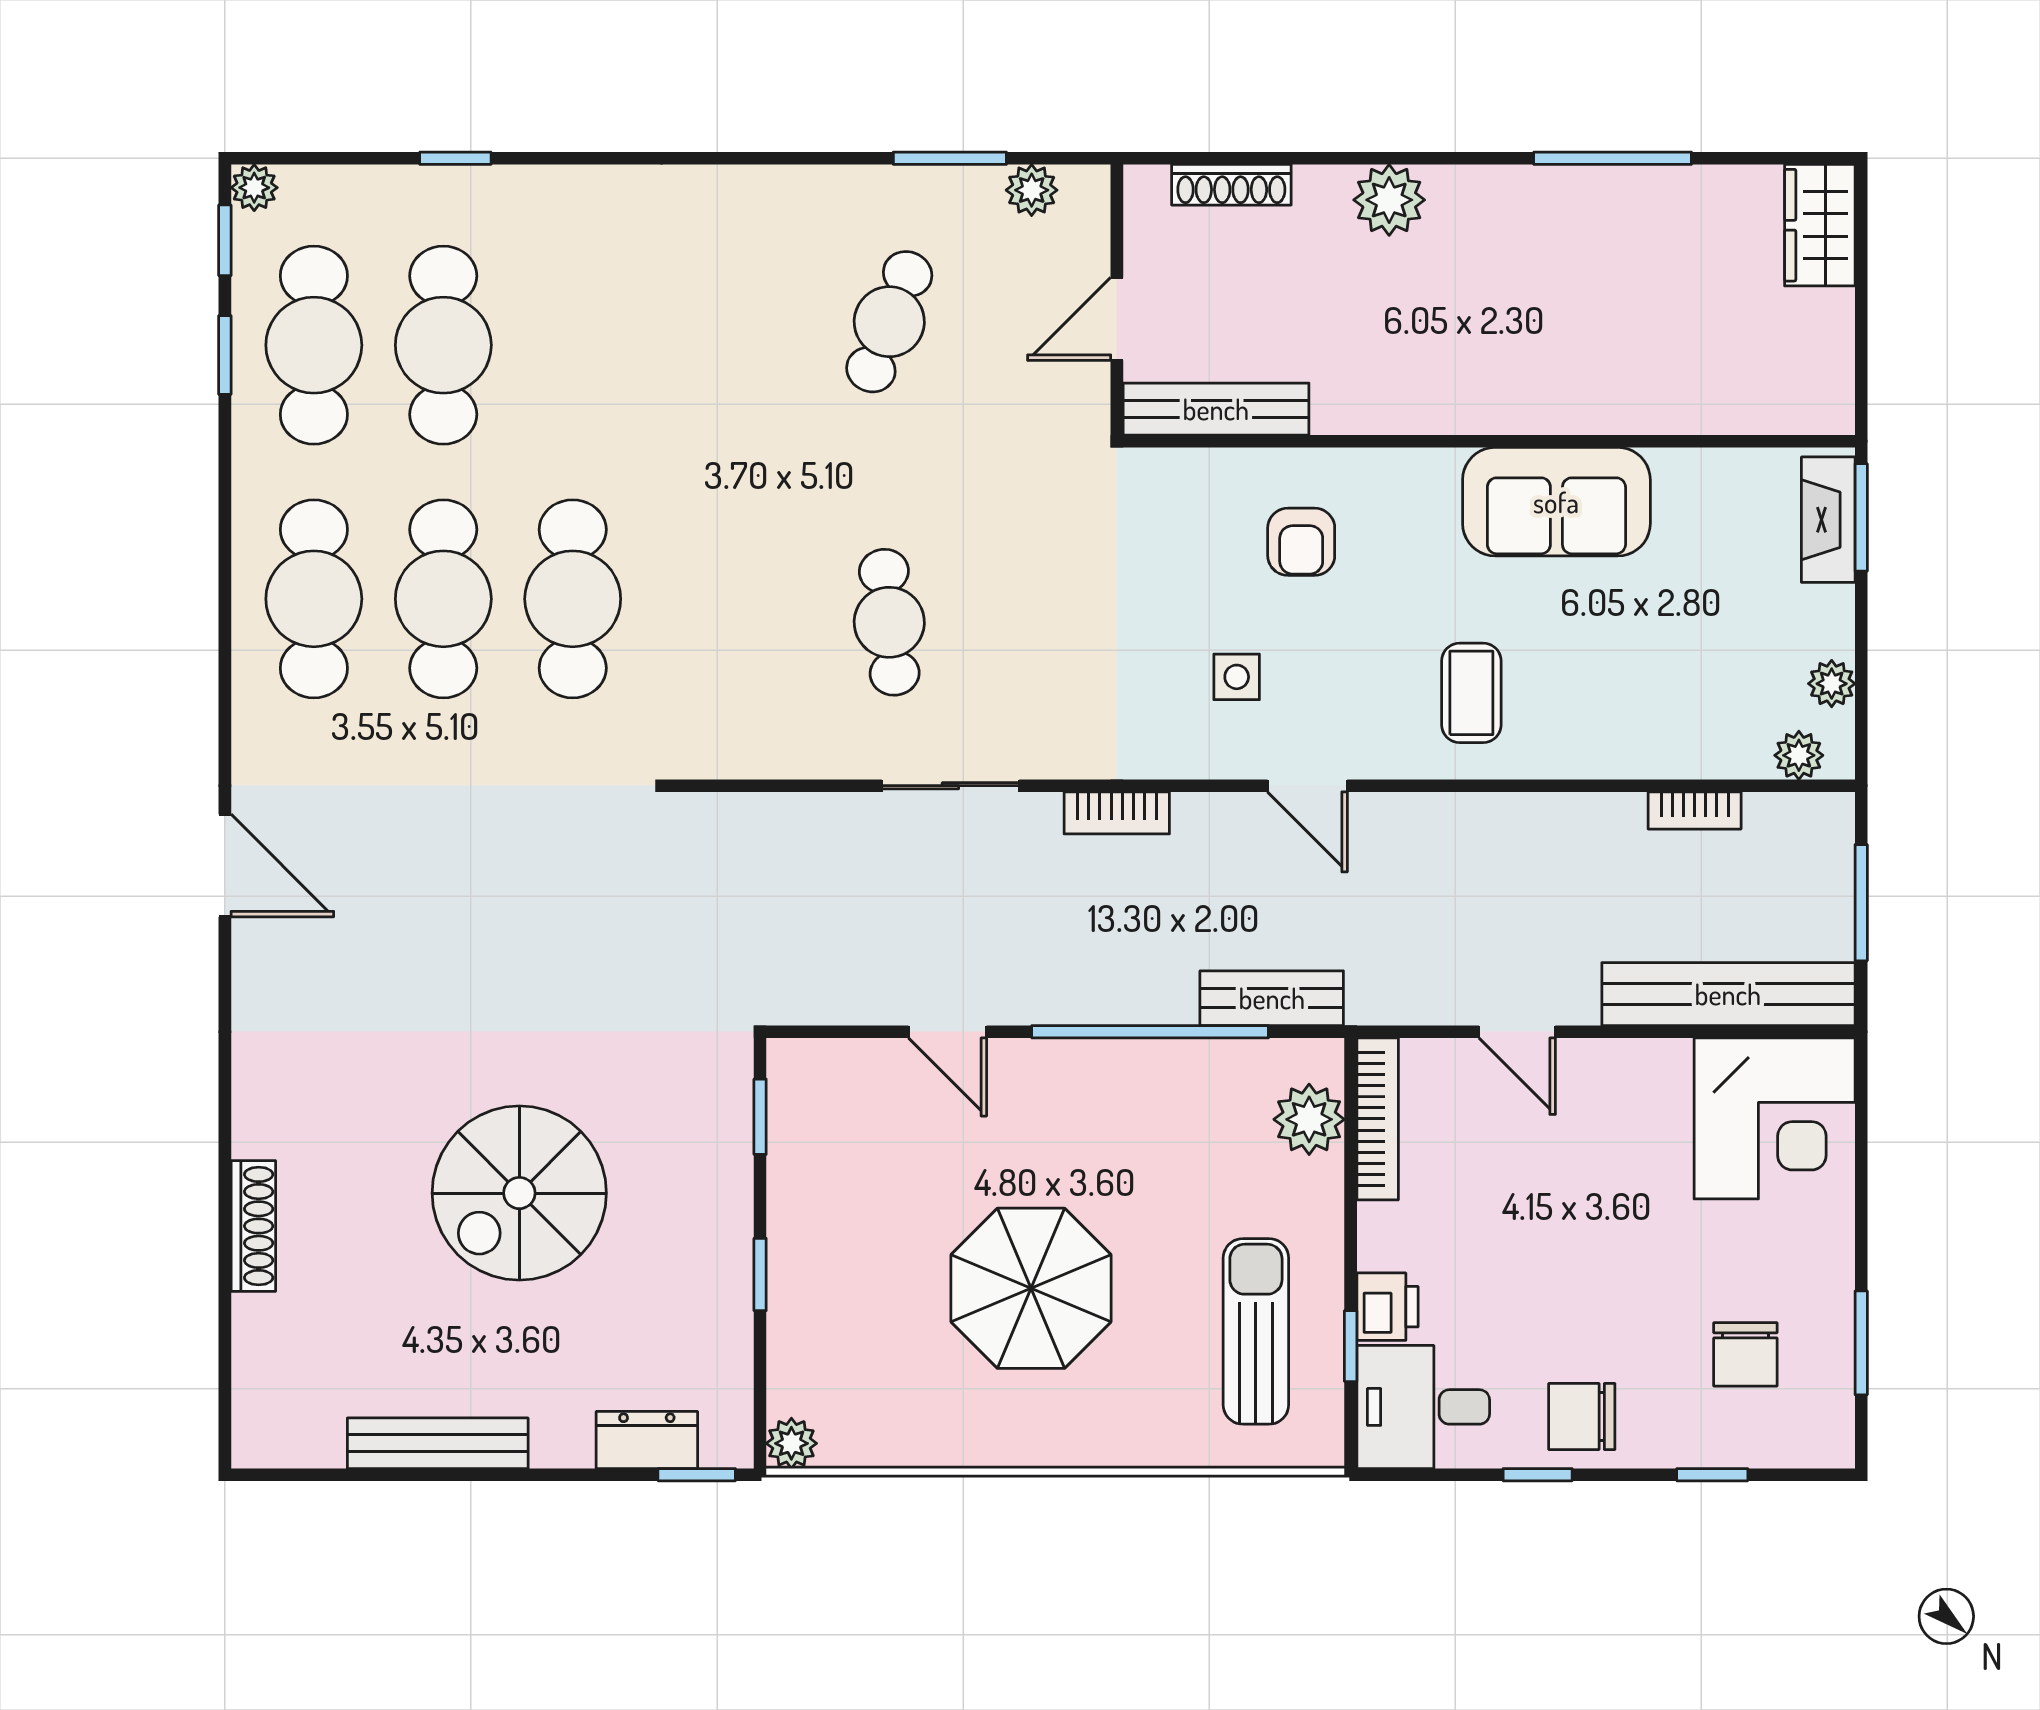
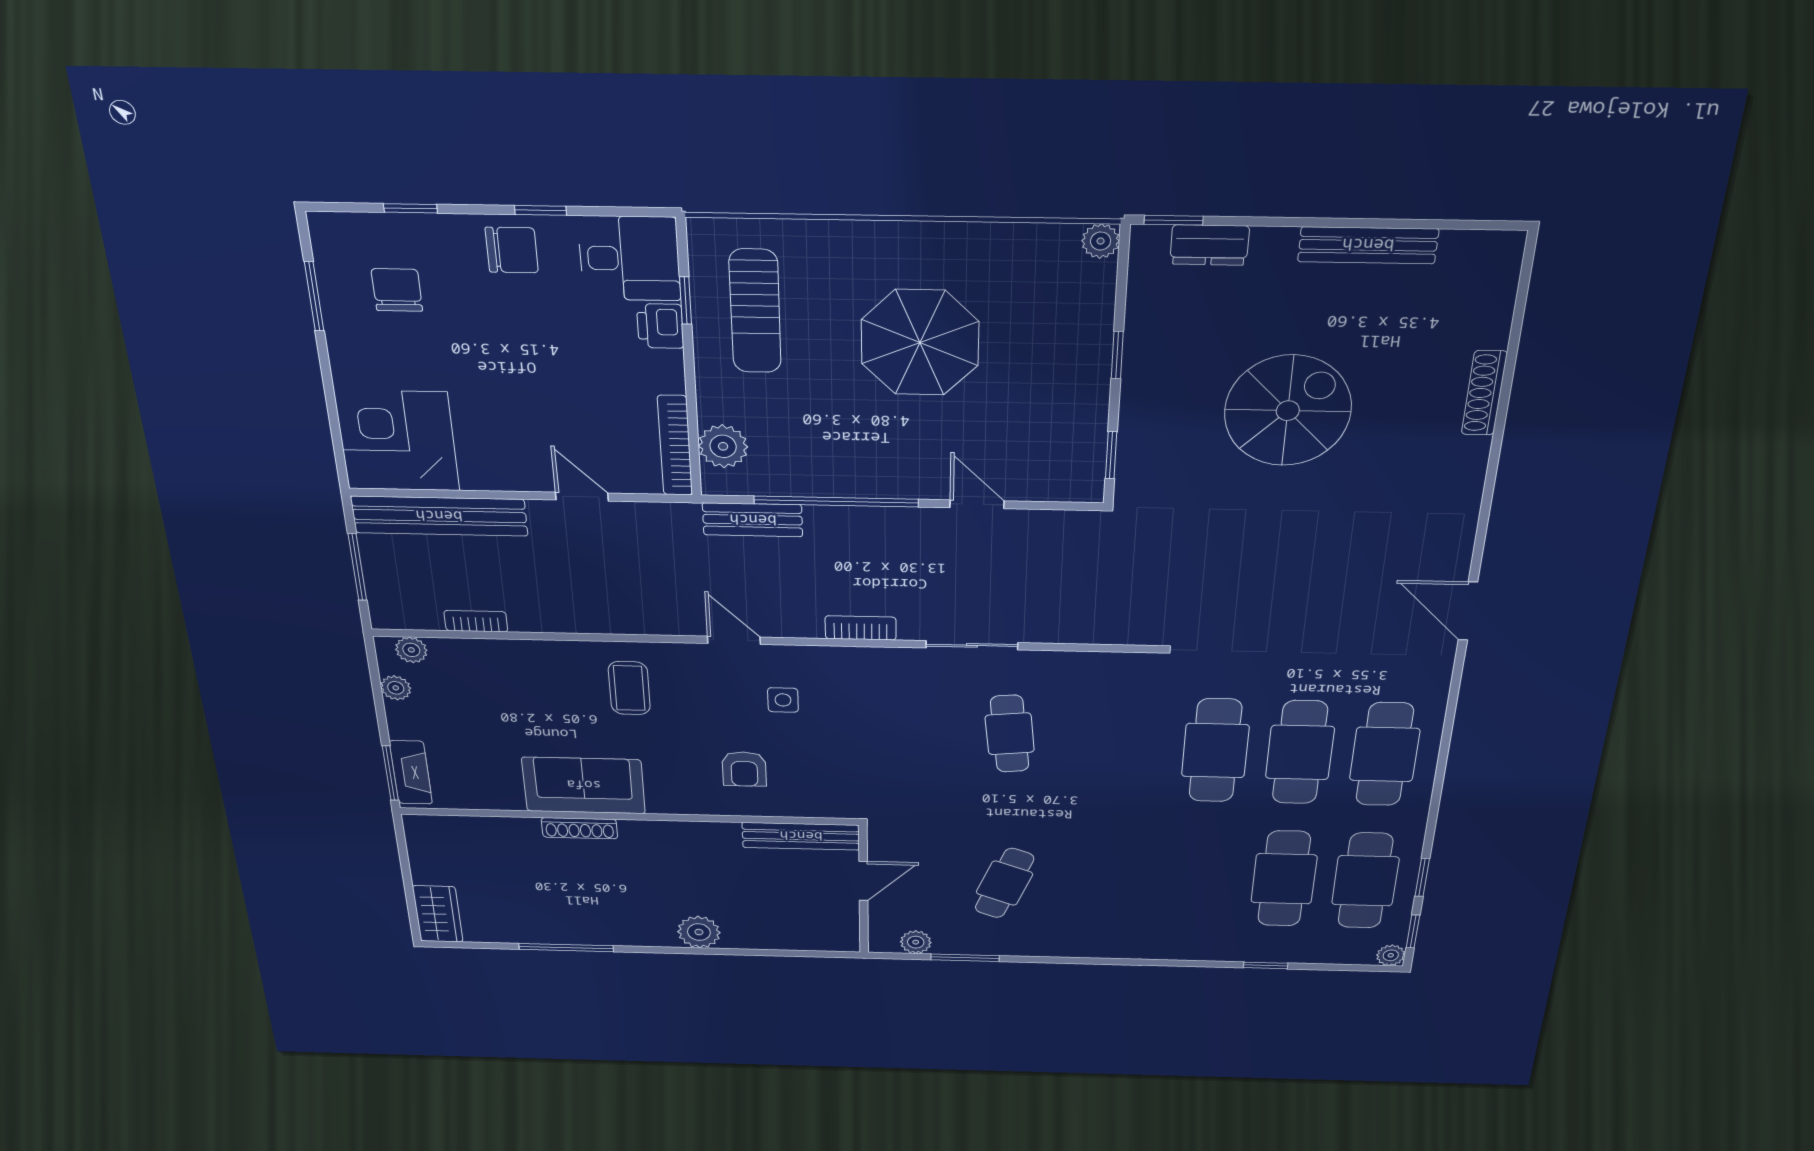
shoe rack: (1231, 185) -> (580, 828), moved, turned 180
armchair: (1301, 542) -> (744, 769), turned 180

